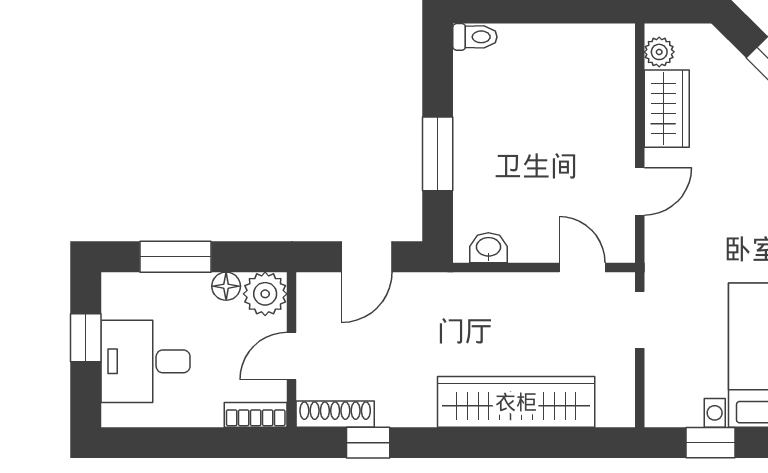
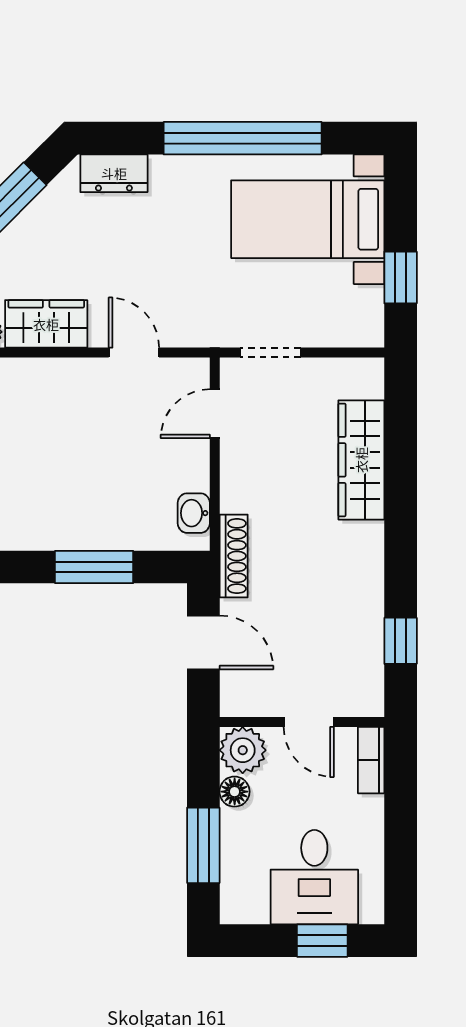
window: (86, 338) -> (322, 941), moved
wardrobe: (516, 402) -> (361, 460), width x0.71, depth x0.85
shoe rack: (335, 414) -> (234, 556), moved, turned 180

